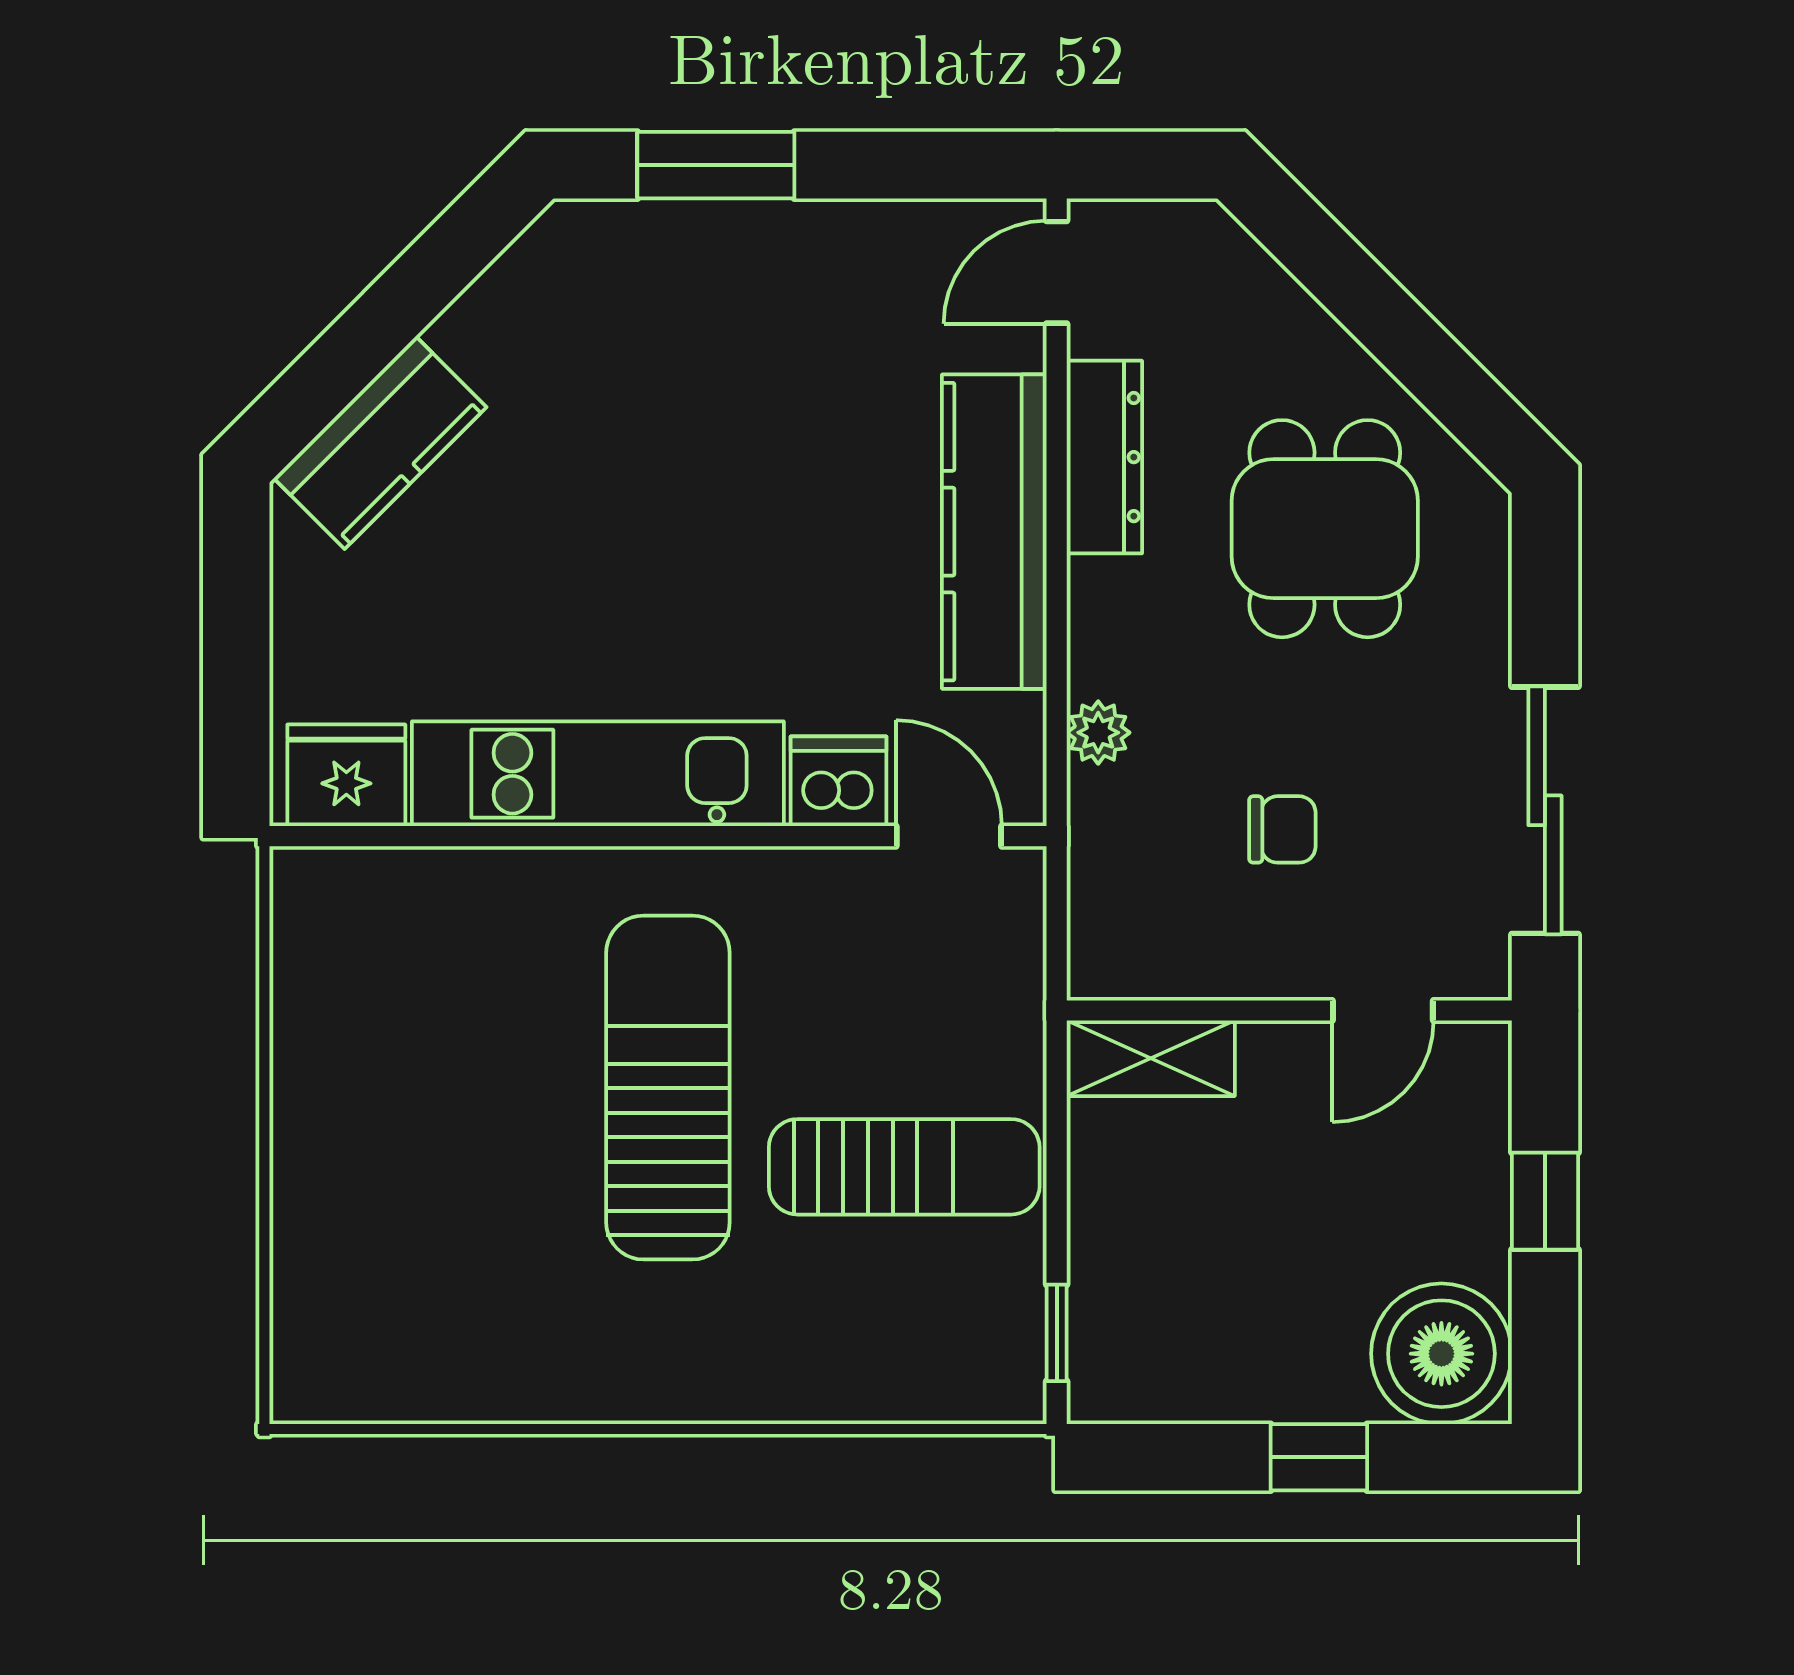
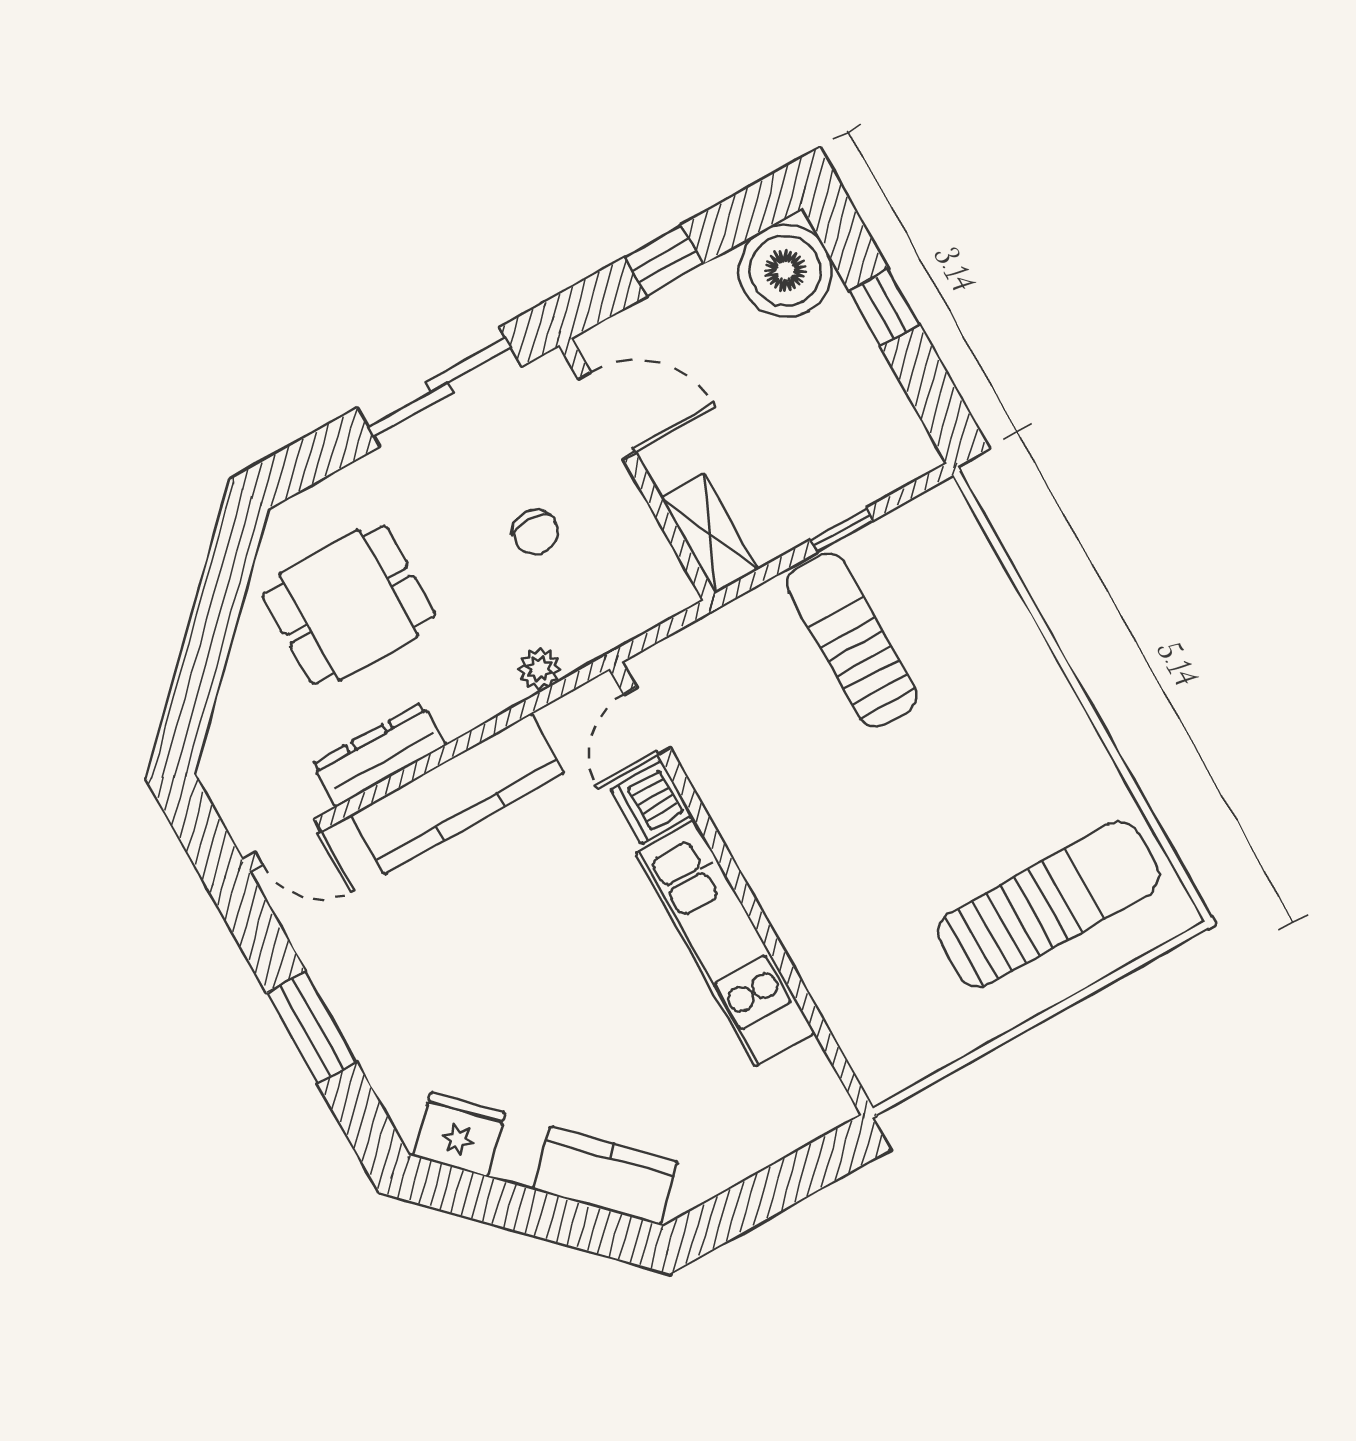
window: (716, 165) -> (312, 1027), moved
fridge: (346, 775) -> (459, 1134), moved, turned 135
chair: (1282, 829) -> (535, 532), turned 180
door: (1383, 1010) -> (607, 415), width x1.38
sun lounger: (668, 1088) -> (1049, 904), moved, turned 180
window: (1057, 1333) -> (842, 530), moved

